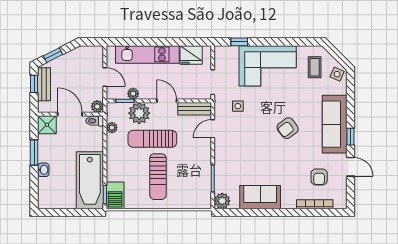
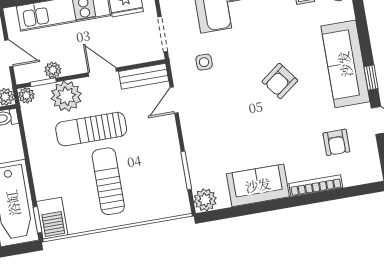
plant: (112, 128) -> (26, 95), moved
sun lounger: (158, 177) -> (108, 181), turned 180
bookcase: (315, 204) -> (316, 186), moved

